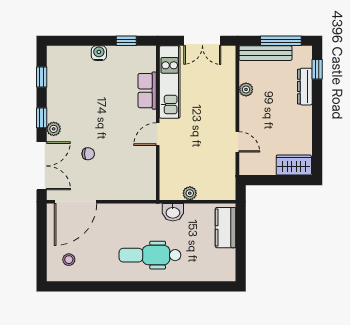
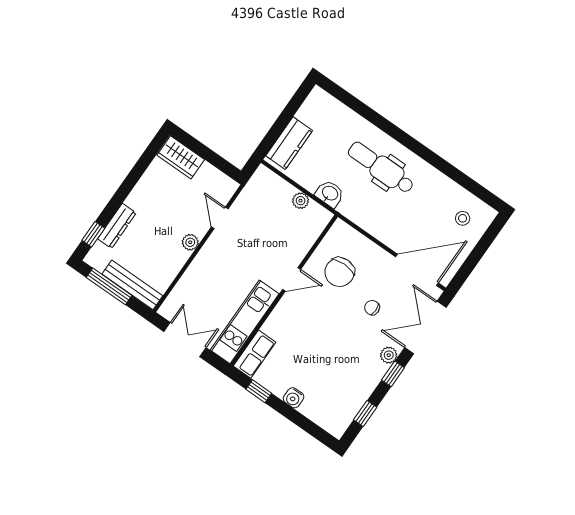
plant: (246, 89) -> (190, 242), moved
row of seats: (147, 91) -> (255, 354), moved
chair: (128, 163) -> (340, 272), added
dental chair: (150, 255) -> (381, 168), turned 180

